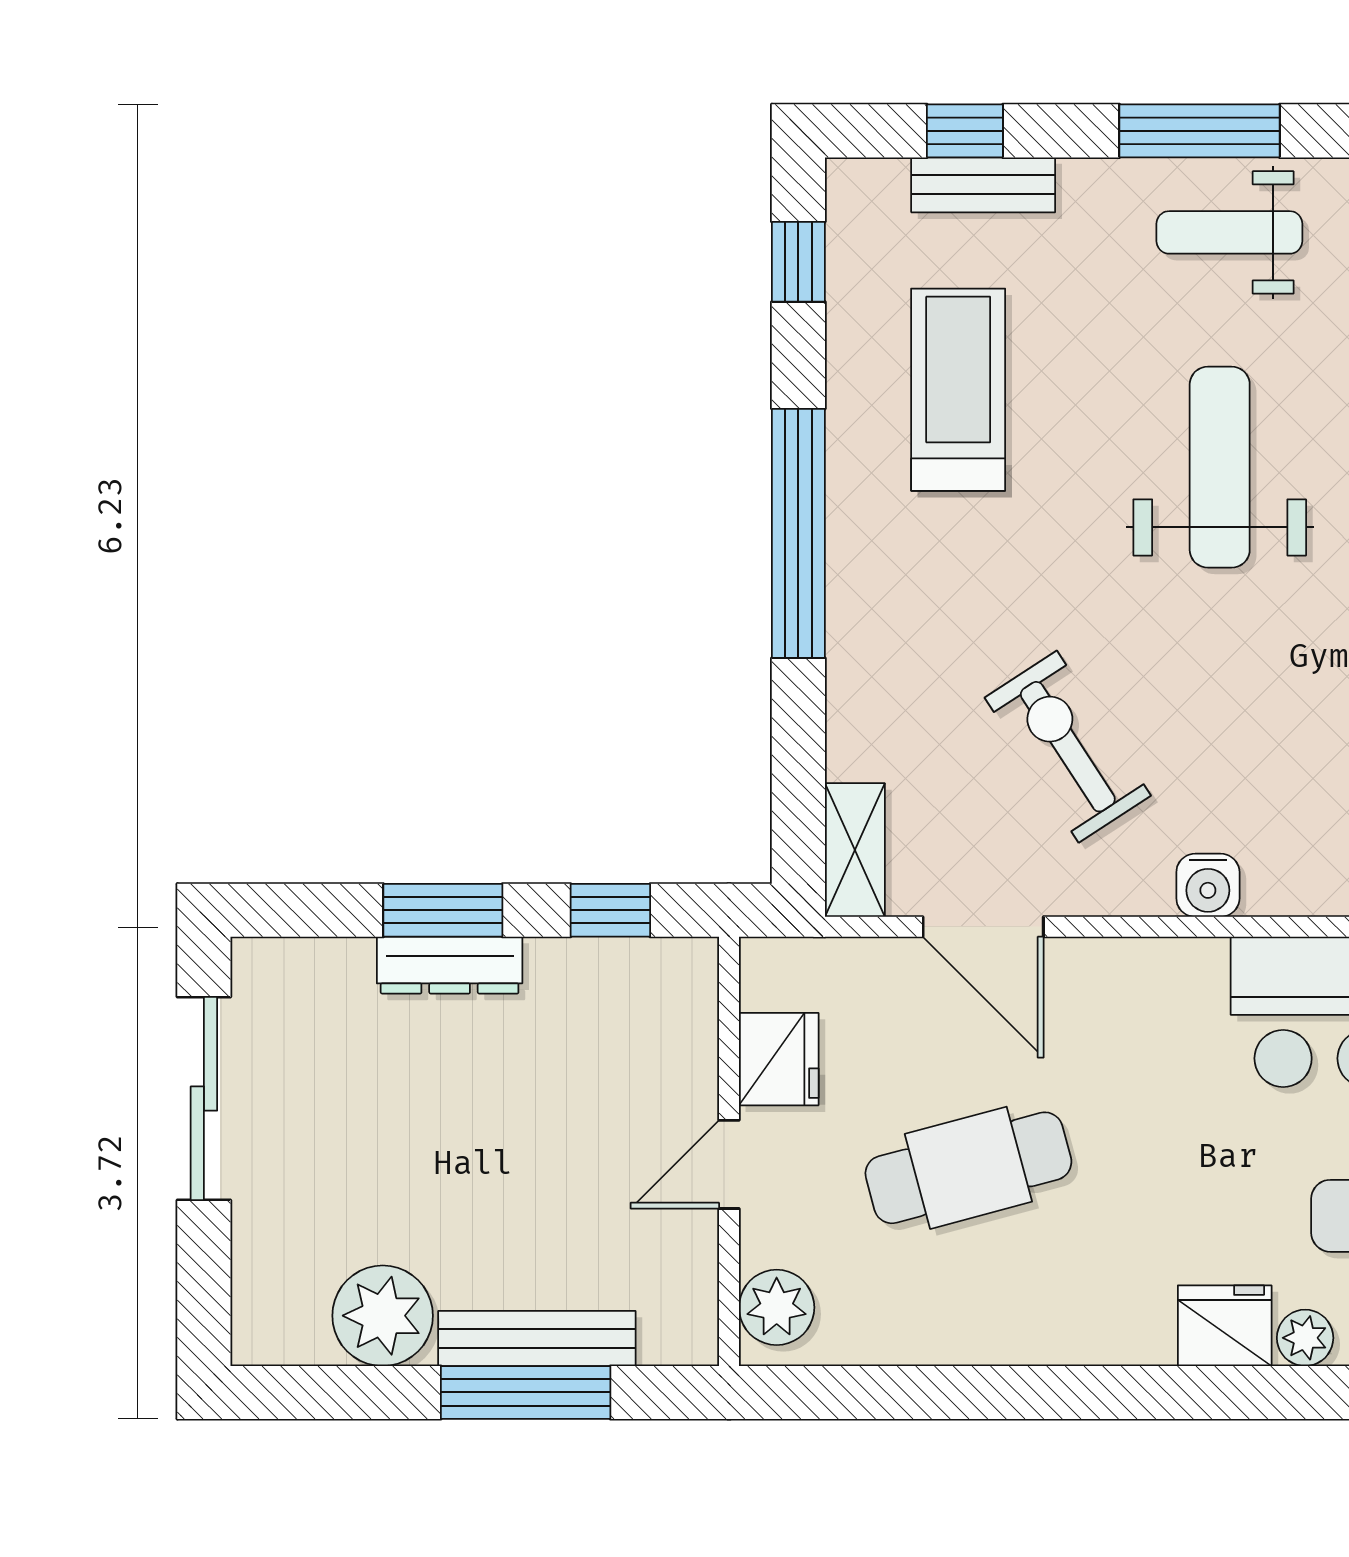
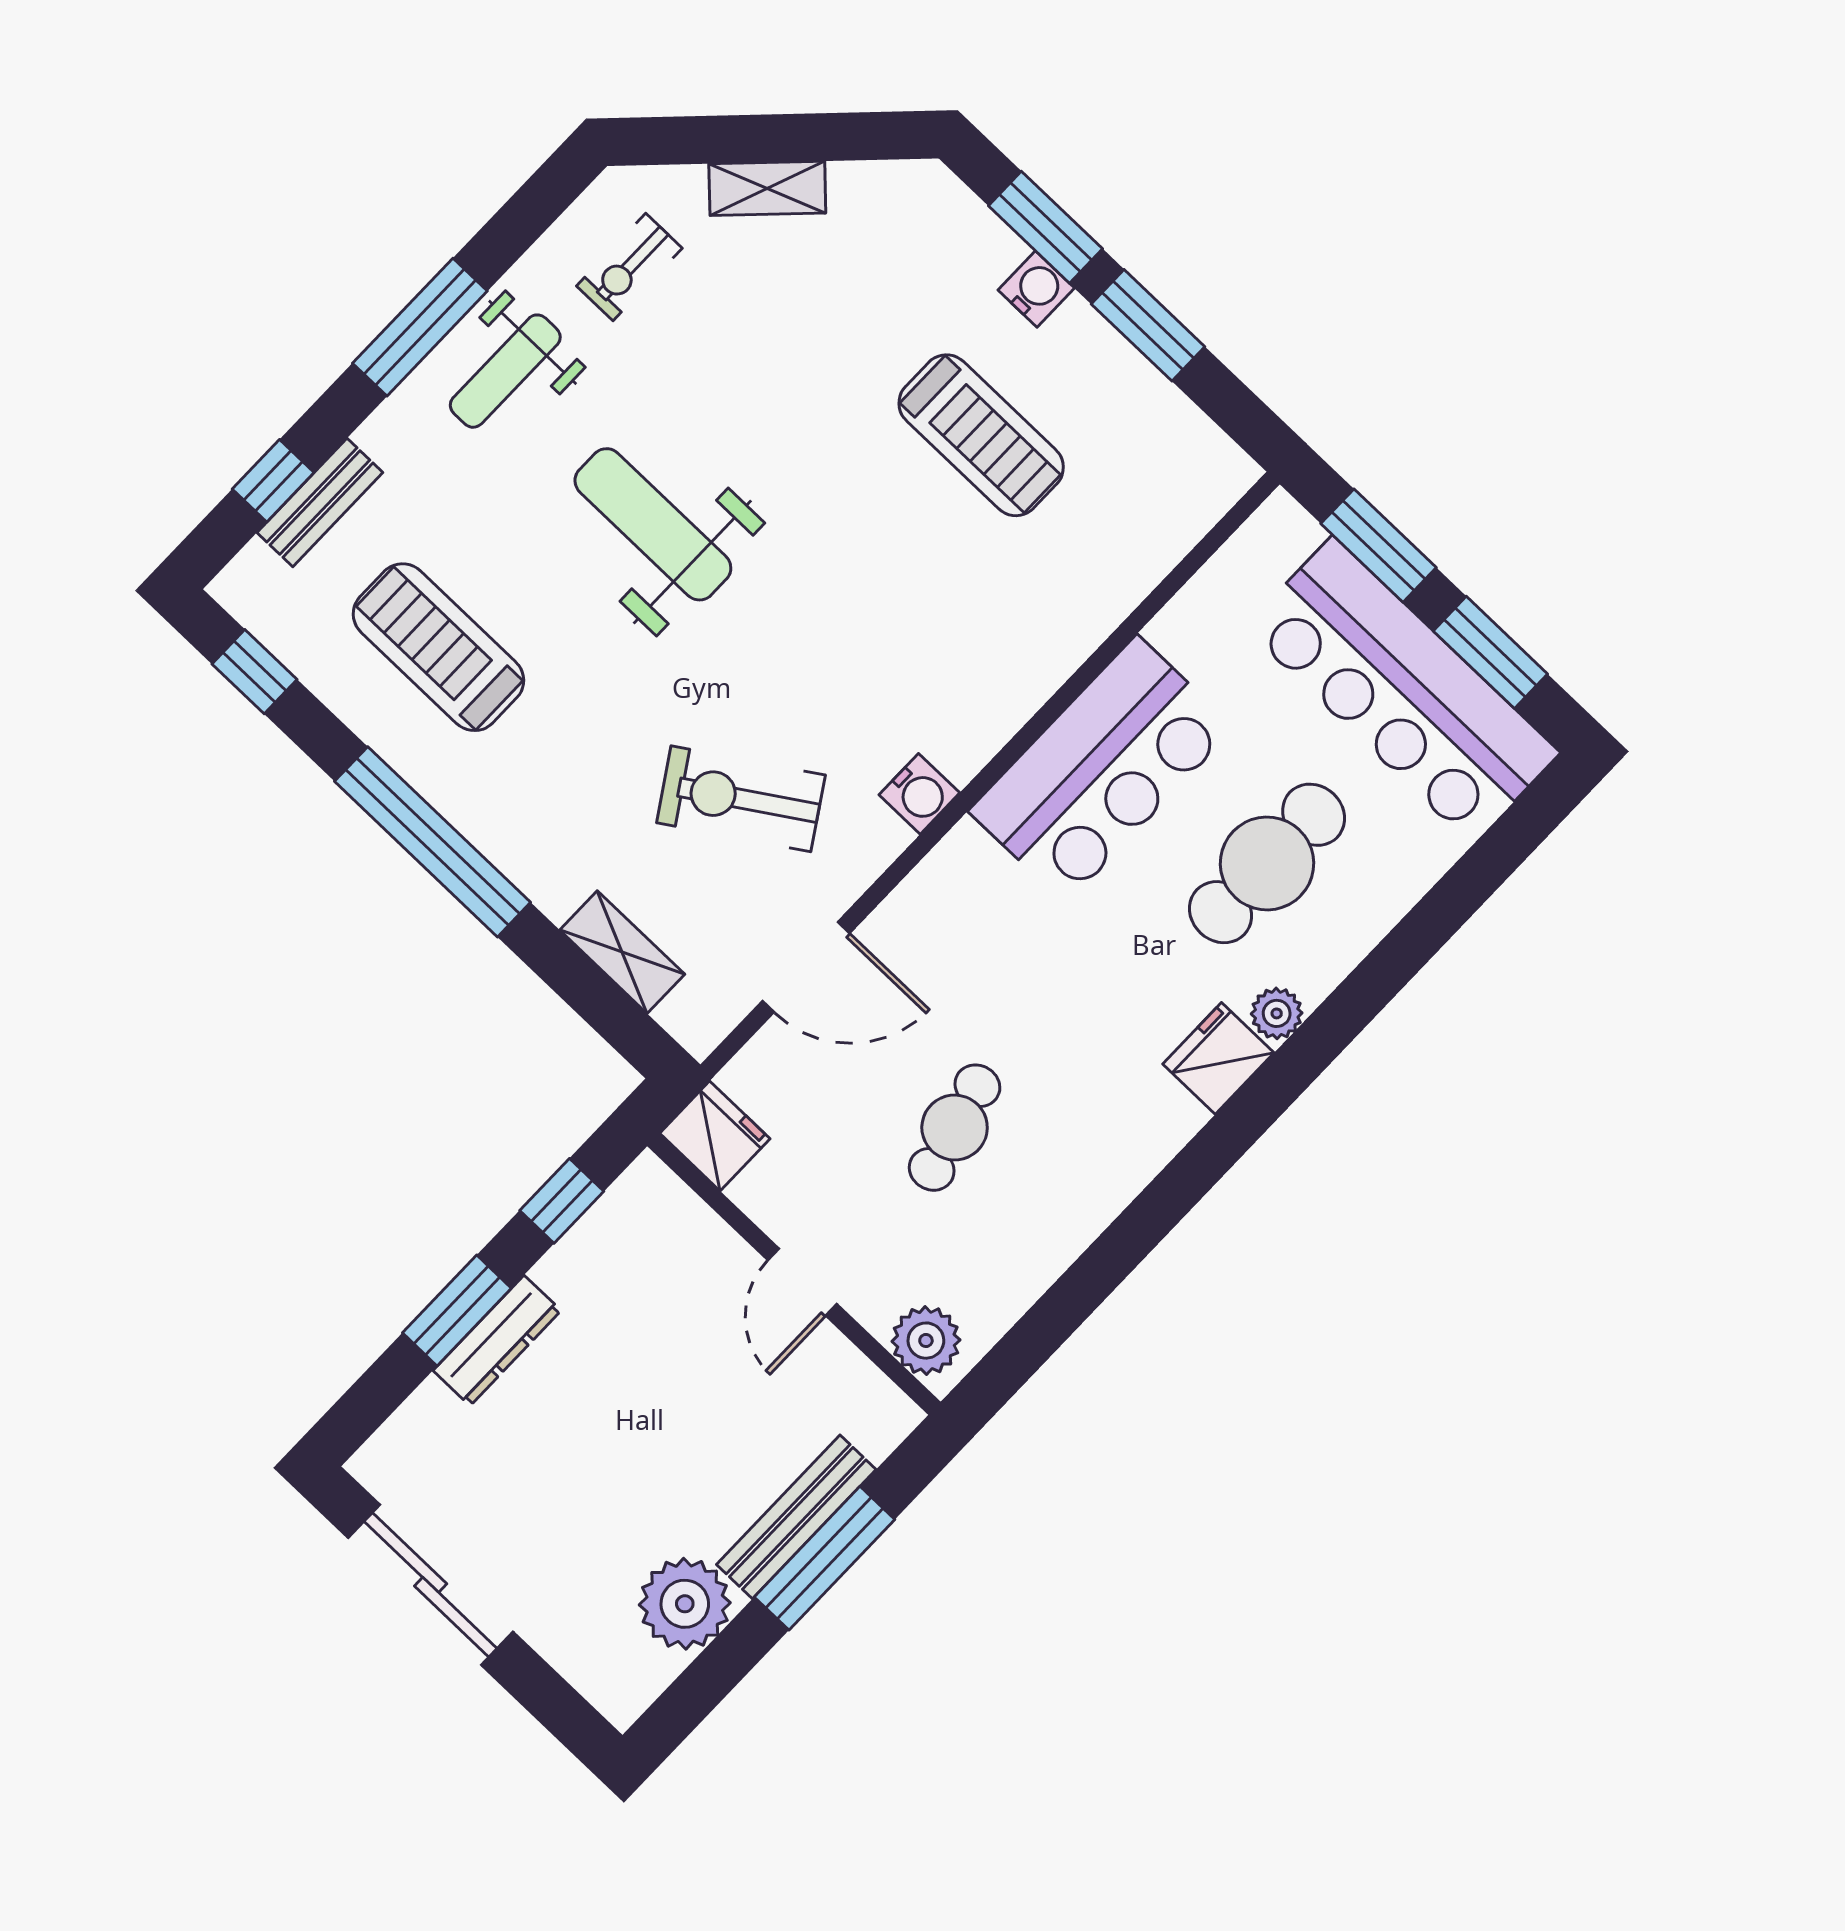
shelving: (855, 850) -> (622, 952), moved
fridge: (779, 1059) -> (715, 1136), moved
cafe table: (968, 1168) -> (955, 1128), width x0.73, depth x0.74

